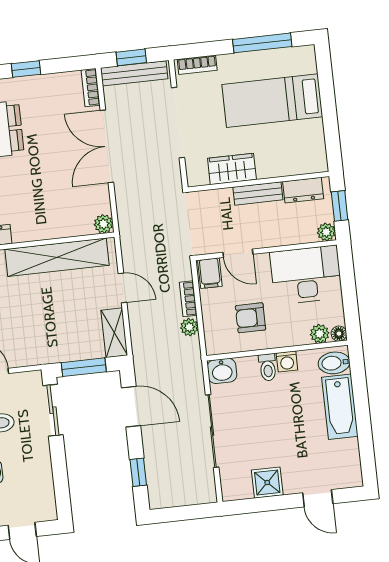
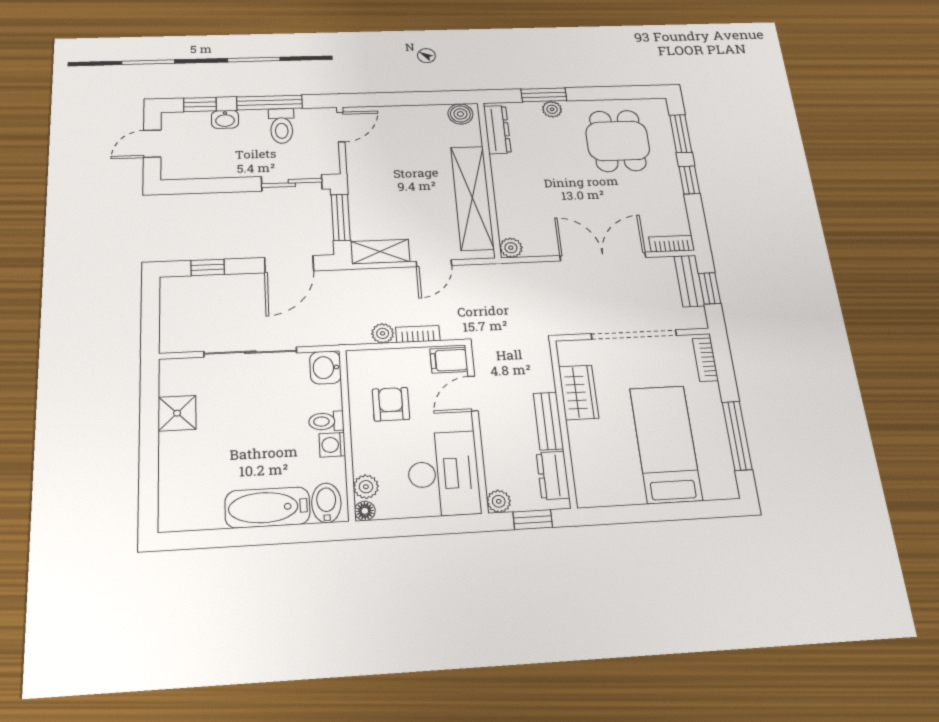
bench: (134, 73) -> (689, 281), width x0.73
door: (318, 498) -> (149, 474), removed

